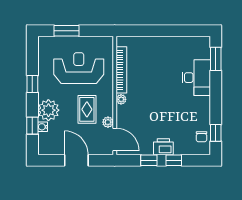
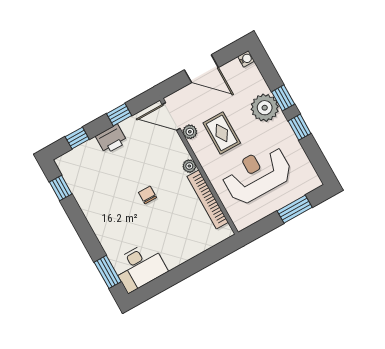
reception desk: (79, 68) -> (257, 175), turned 180
desk: (196, 78) -> (139, 267), moved, turned -90
window: (32, 126) -> (283, 98), moved
water cooler: (43, 127) -> (246, 59), moved
chair: (202, 137) -> (148, 195), moved
window: (174, 160) -> (77, 138), moved

